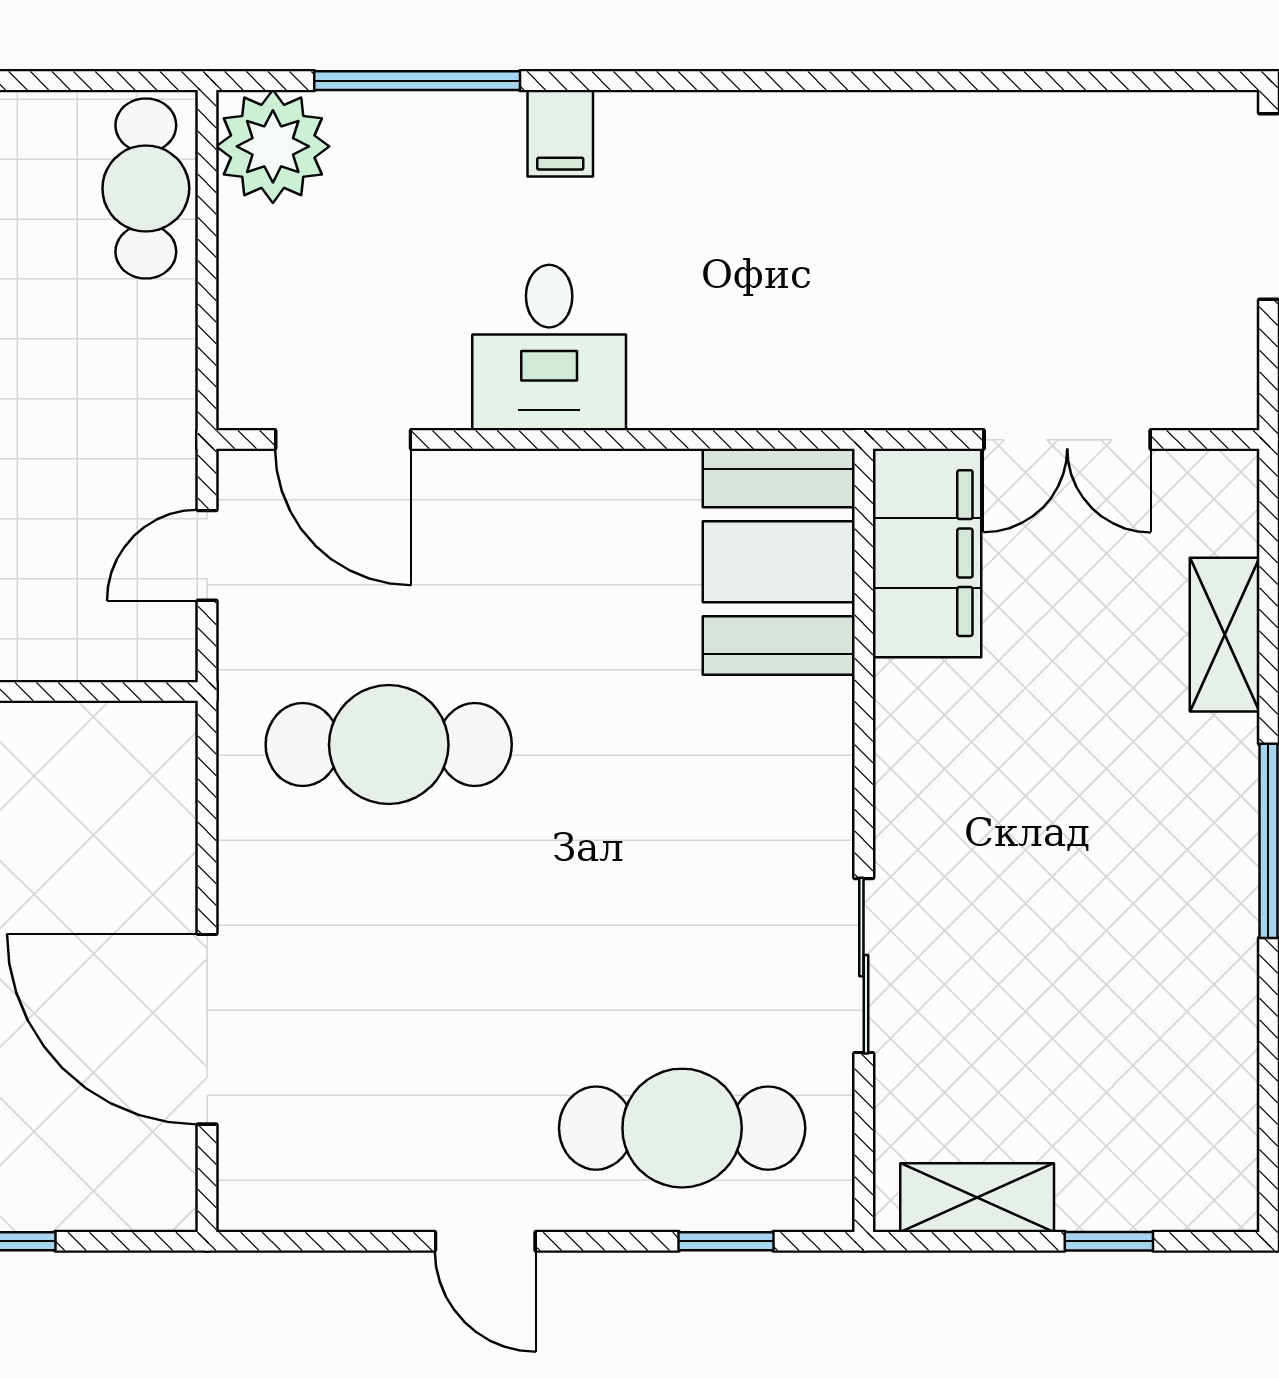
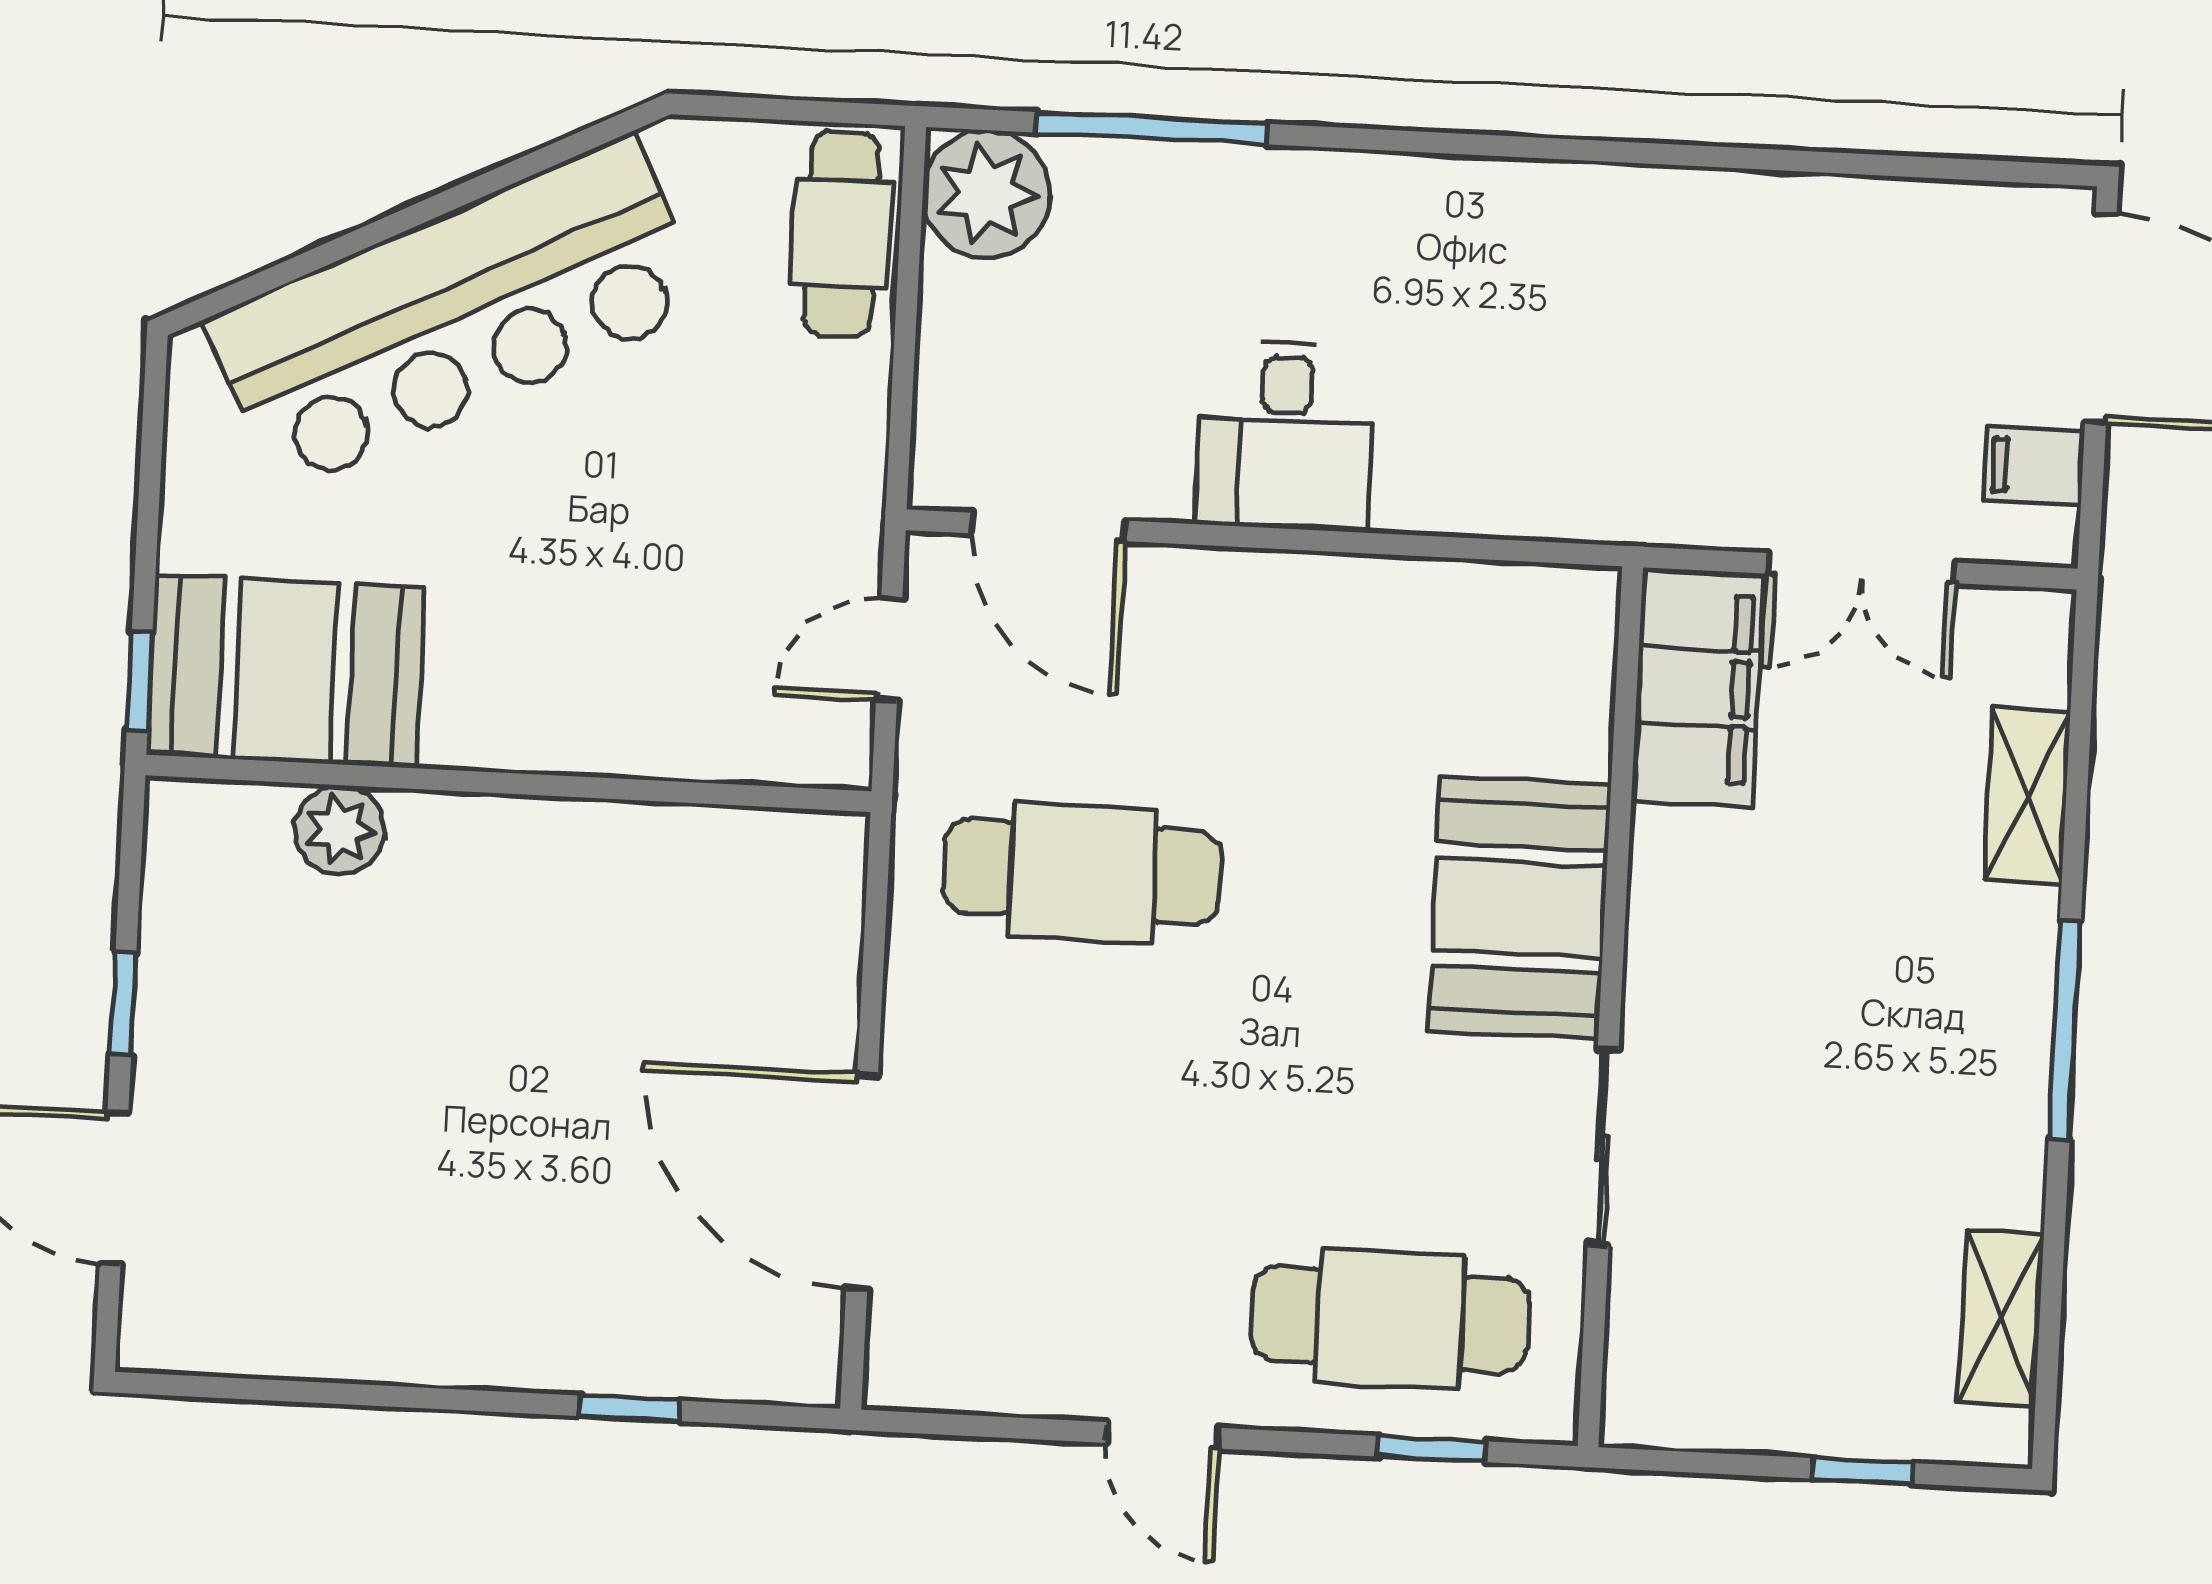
filing cabinet: (560, 133) -> (2034, 466), moved, turned 90
booth: (779, 562) -> (1520, 908), moved
shelving: (977, 1198) -> (2001, 1318), moved, turned 90

